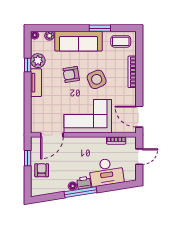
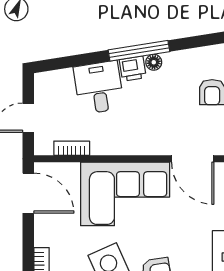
door: (52, 135) -> (193, 159), swing flipped
desk: (106, 172) -> (99, 87), width x0.73

